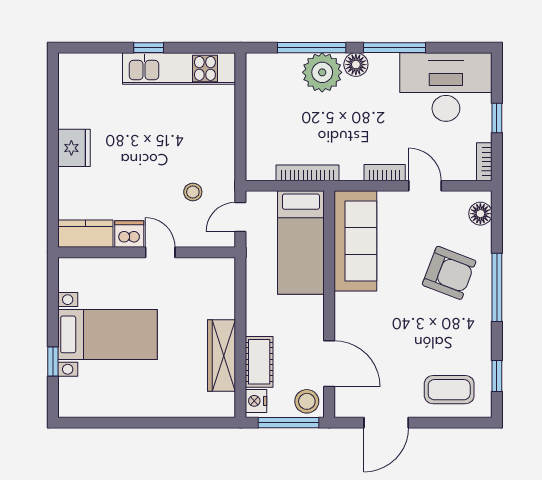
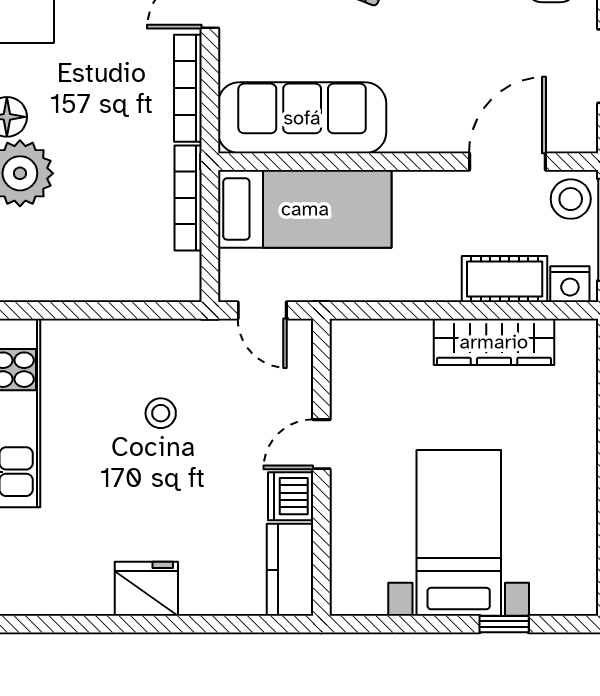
bookcase: (385, 173) -> (188, 88), width x1.56
stool: (193, 192) -> (161, 413), moved

